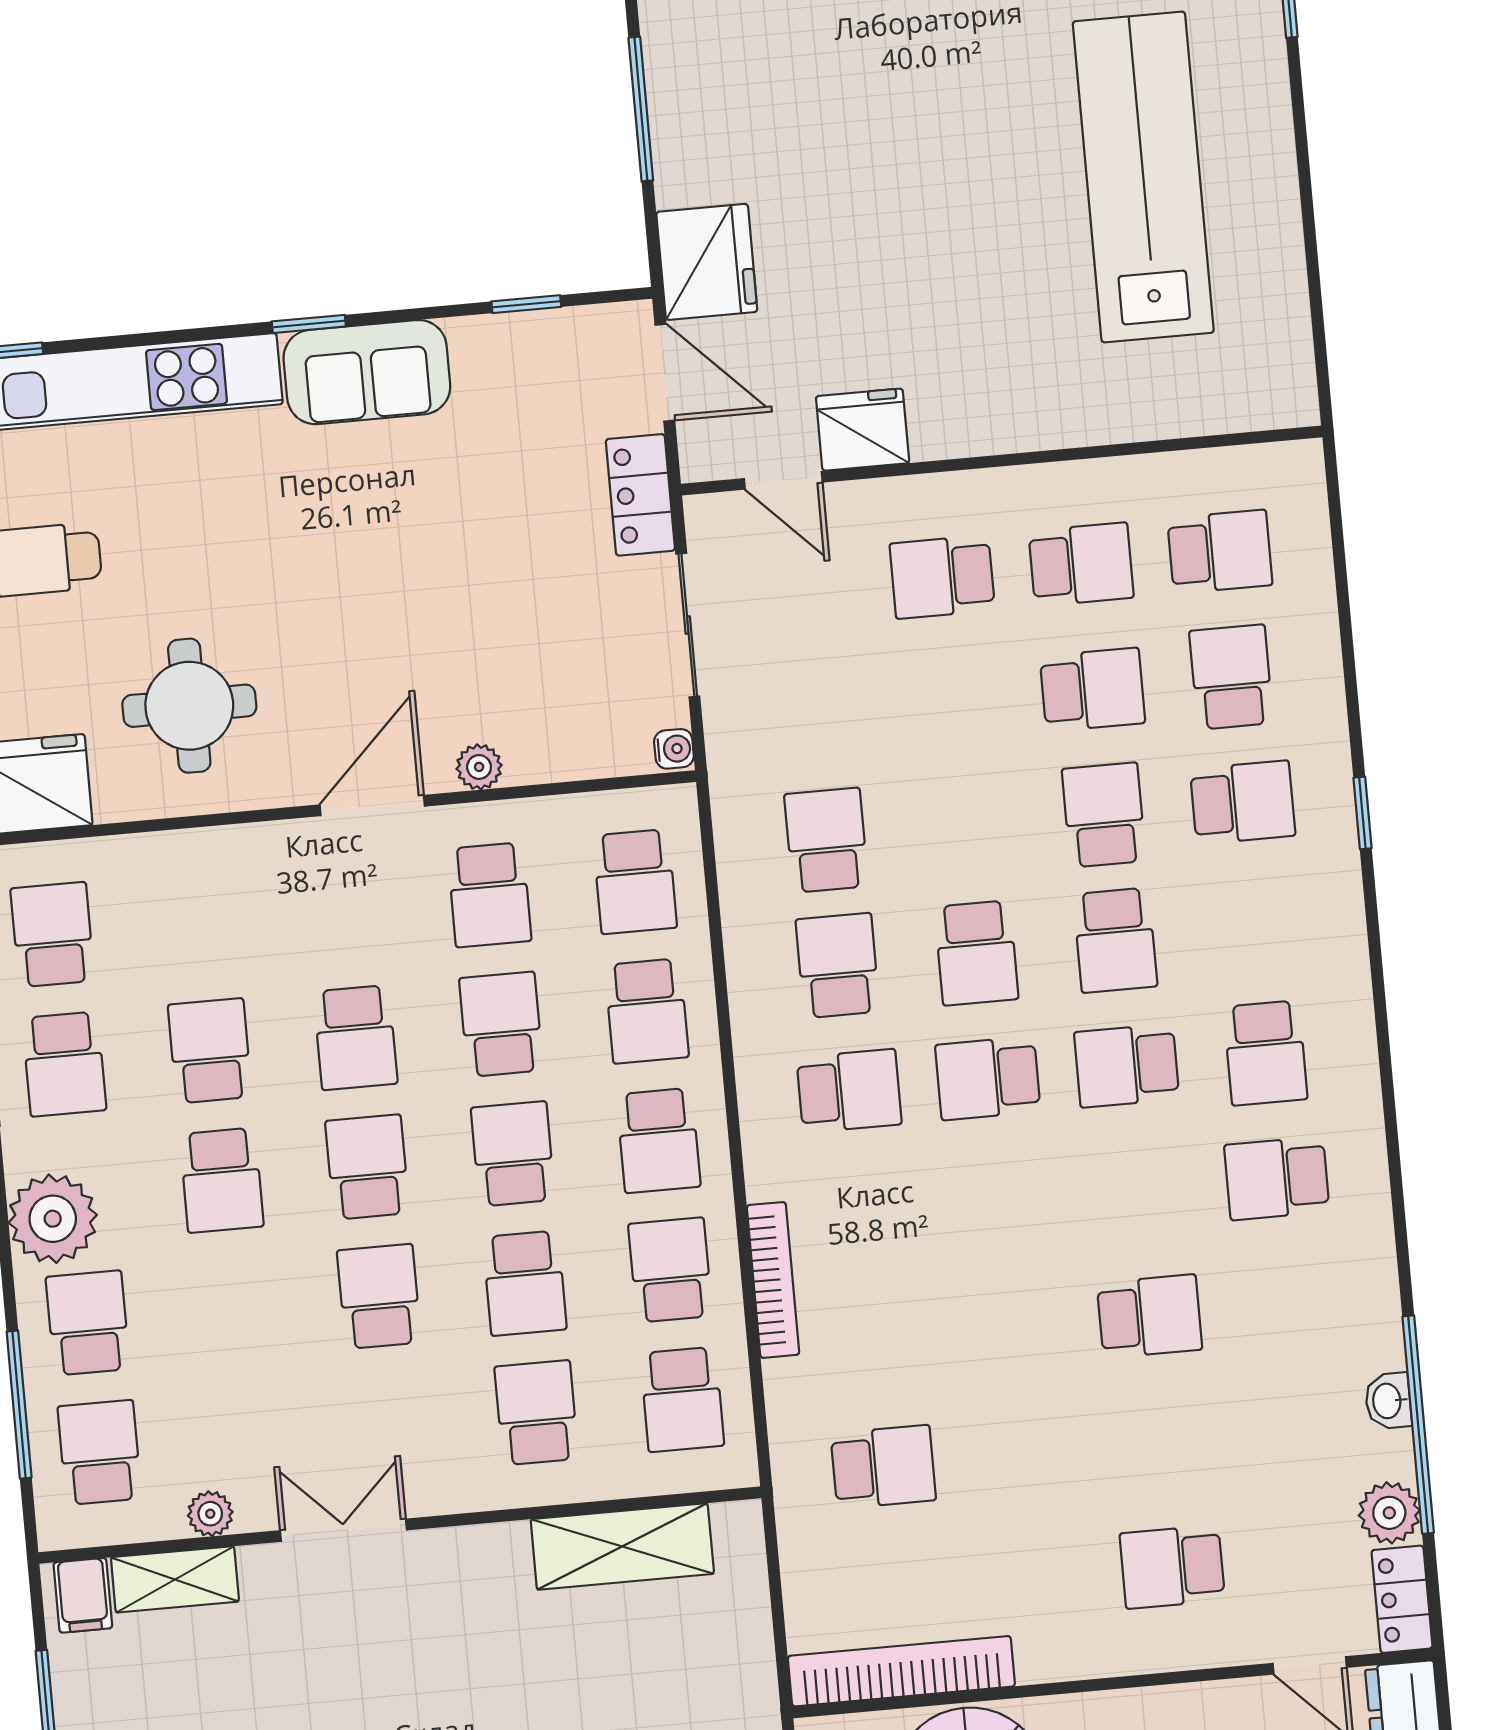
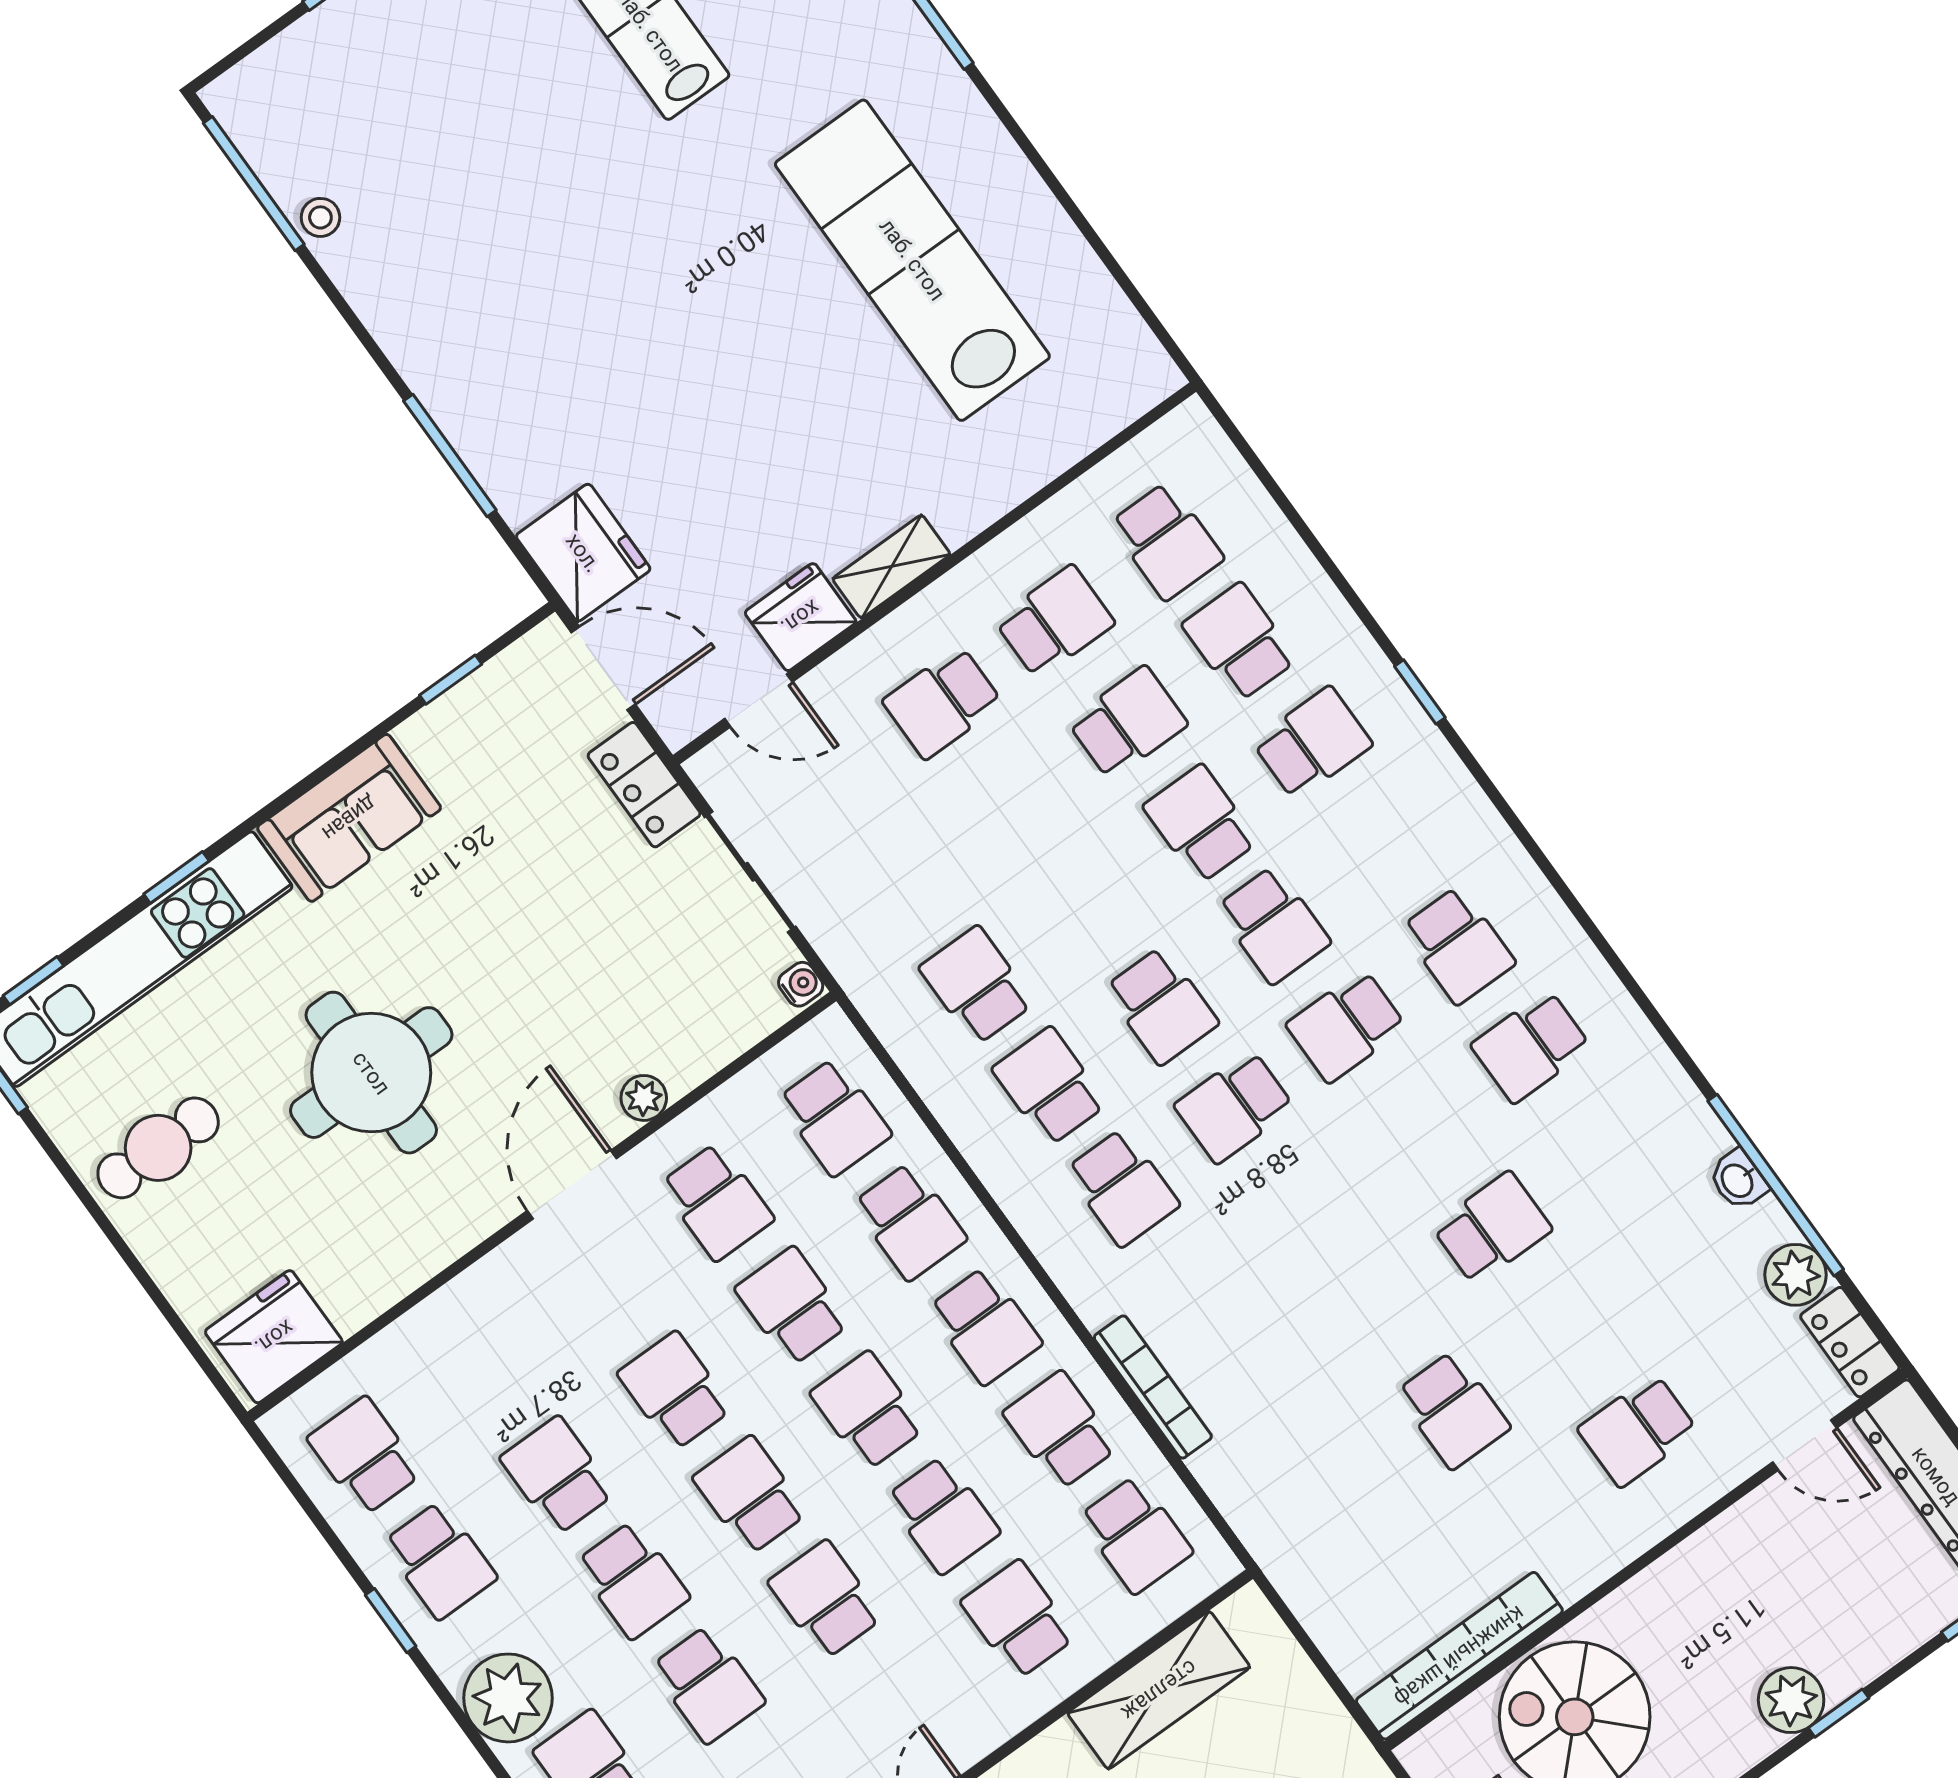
window: (309, 324) -> (176, 877), moved
shelving: (968, 432) -> (891, 567), added
school desk: (1220, 552) -> (1167, 541), turned 90
round table: (189, 706) -> (371, 1073), moved, width x1.36, depth x1.36
school desk: (355, 1038) -> (675, 1391), turned 180
school desk: (849, 1091) -> (1122, 1187), turned 90
school desk: (233, 1310) -> (708, 1684), added
school desk: (883, 1467) -> (1453, 1410), moved, turned 90

